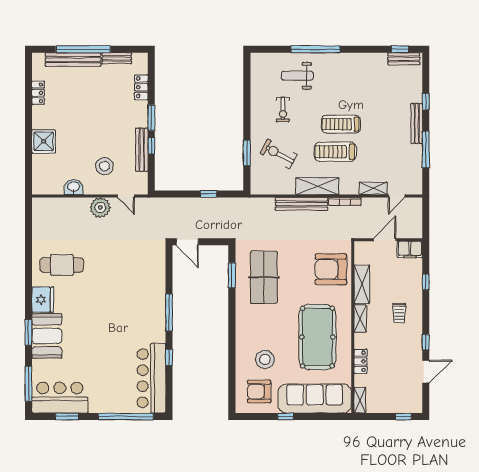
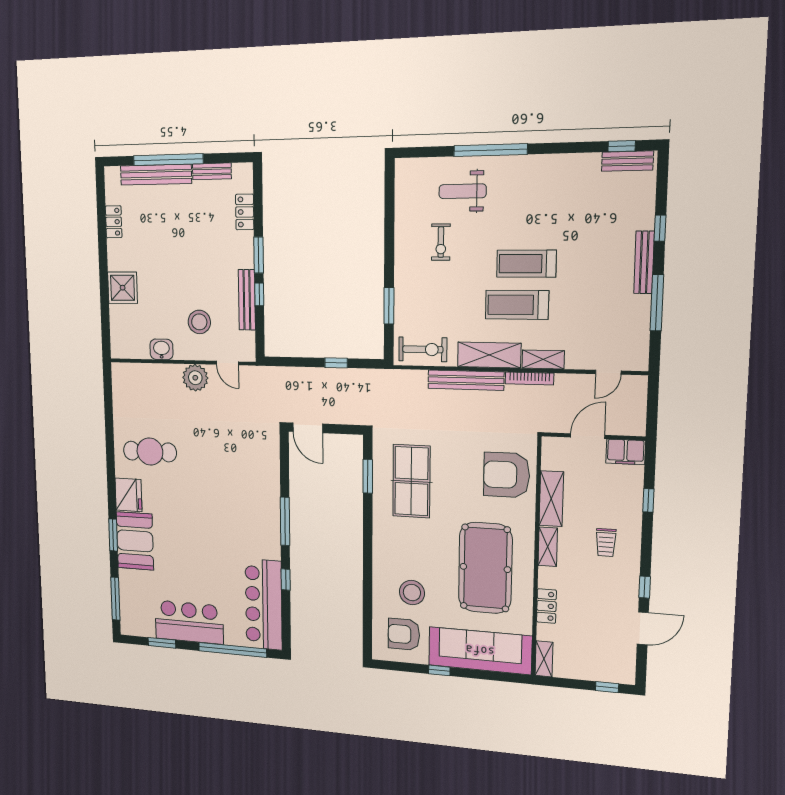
exercise bike: (279, 154) -> (423, 349), moved, turned 152
shelving: (373, 188) -> (543, 359), moved
bar counter: (60, 398) -> (189, 622), moved

